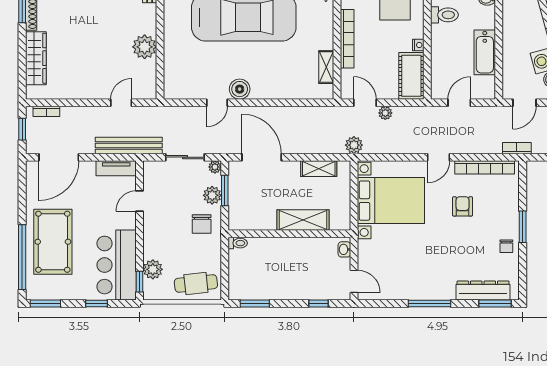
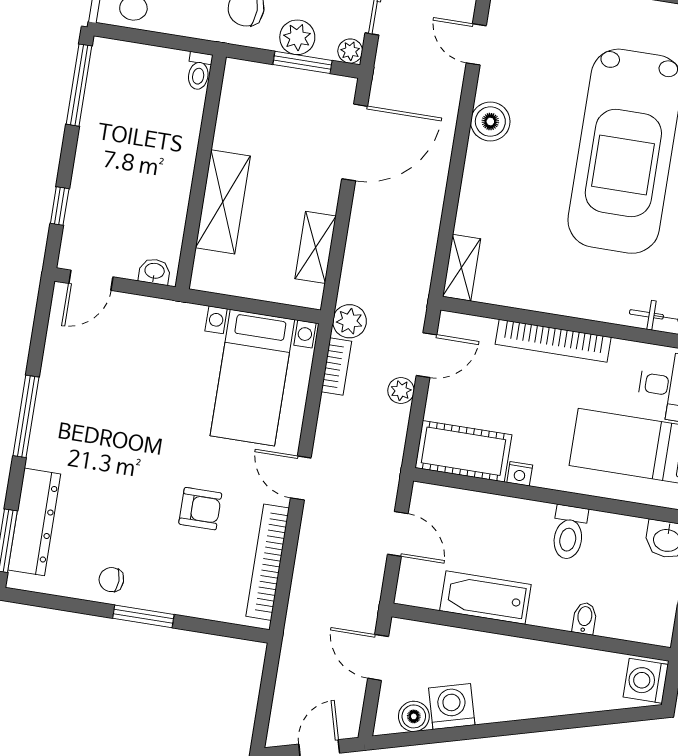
shelving: (326, 67) -> (462, 268), moved, turned 90
door: (217, 103) -> (476, 44), moved
bookcase: (517, 148) -> (336, 367), moved
bed with nightstands: (391, 201) -> (252, 378), width x0.73
window: (255, 304) -> (79, 85), width x1.44

